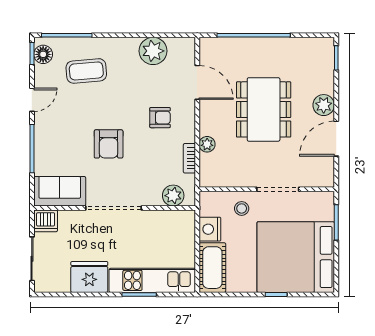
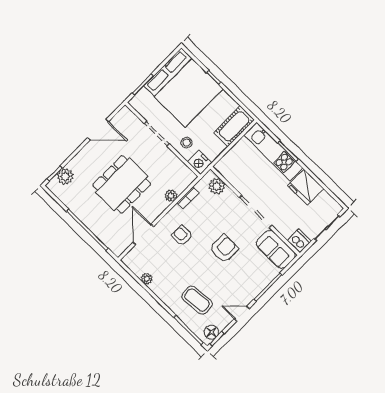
plant: (153, 51) -> (147, 279), width x0.53, depth x0.53
plant: (324, 105) -> (65, 176), moved
nightstand: (210, 229) -> (200, 162), moved, turned 90

